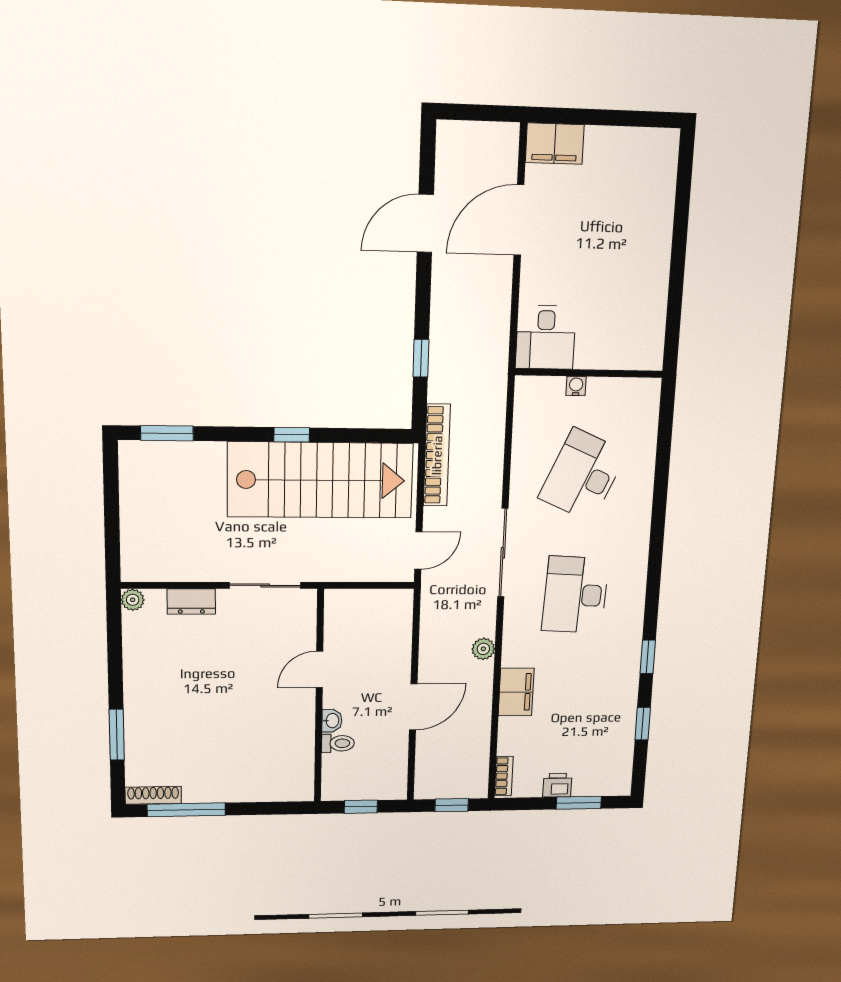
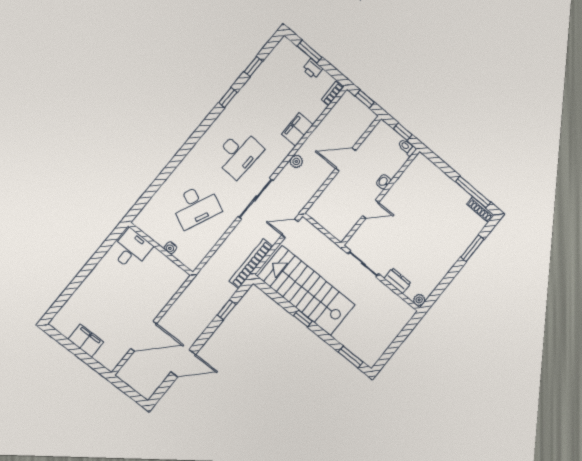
filing cabinet: (555, 144) -> (86, 341), moved
desk: (546, 337) -> (131, 249), moved
toilet: (338, 743) -> (407, 147), moved

